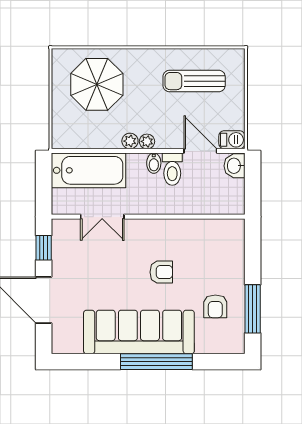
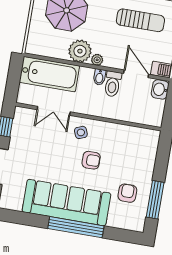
sun lounger: (194, 81) -> (140, 20), turned 180
plant: (130, 141) -> (80, 51), width x1.87, depth x1.87
side table: (142, 239) -> (81, 132), added
armchair: (215, 306) -> (127, 193), turned 180

